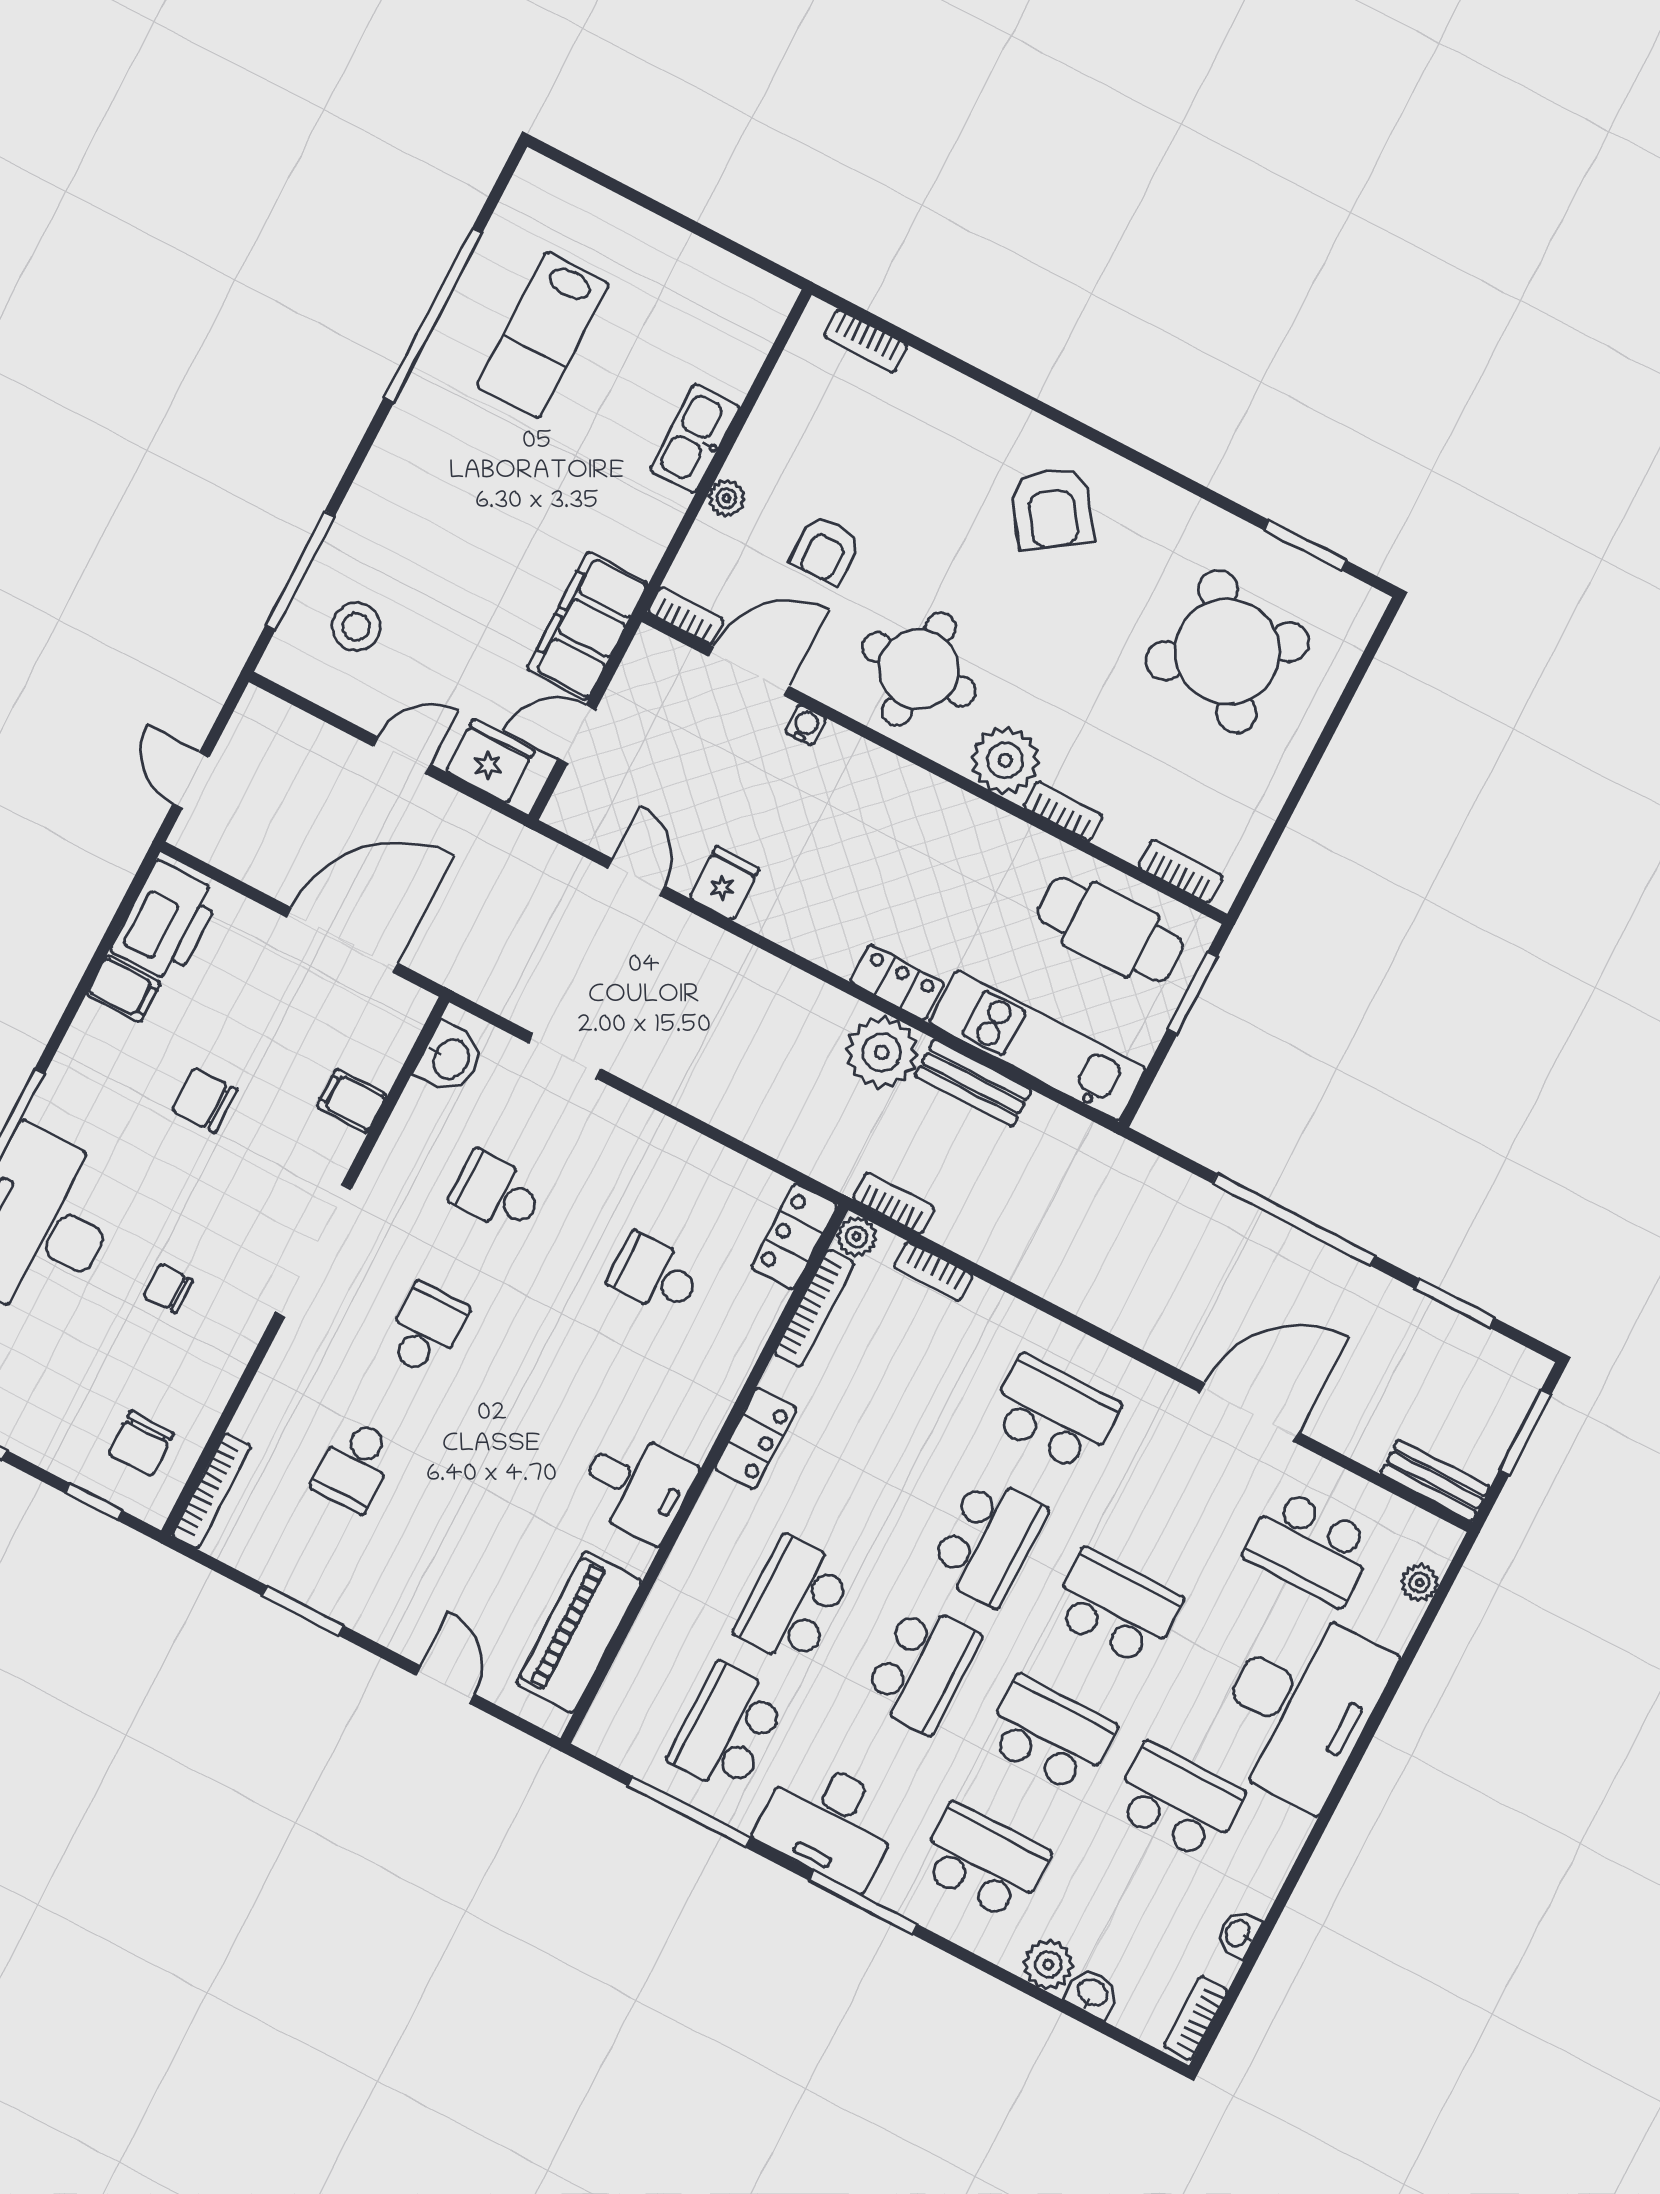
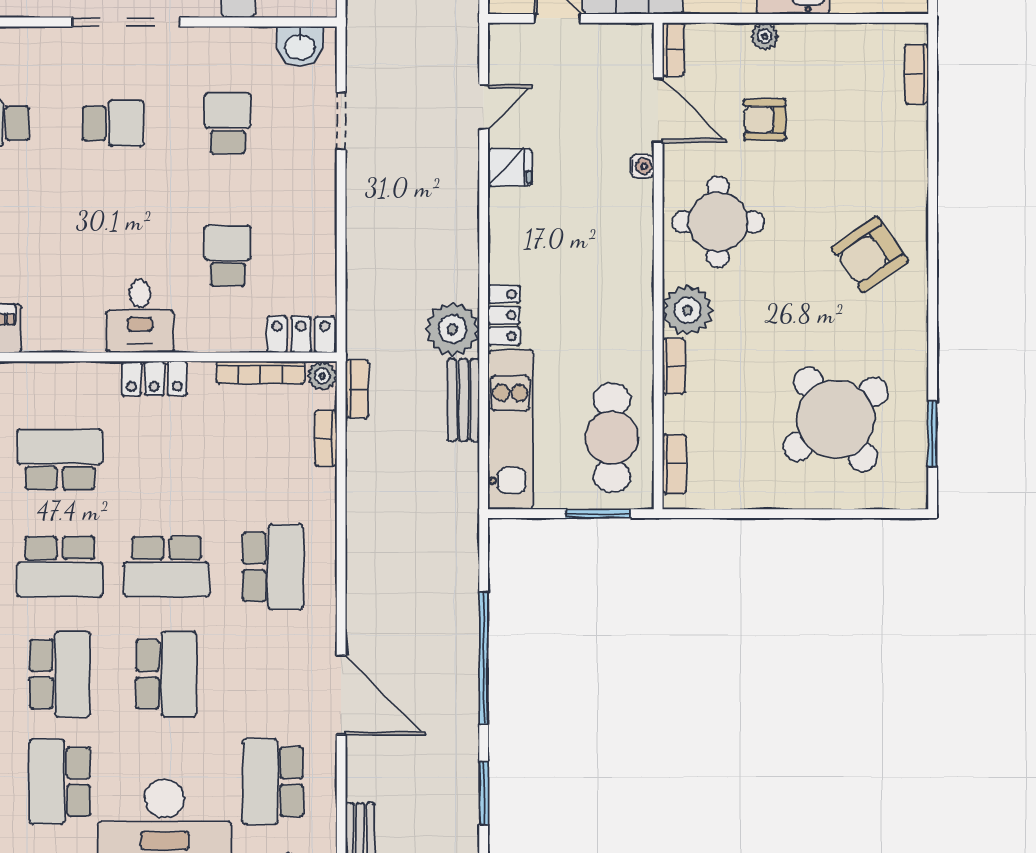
desk: (637, 1485) -> (140, 316), moved
school desk: (1178, 1801) -> (60, 782), turned 180

